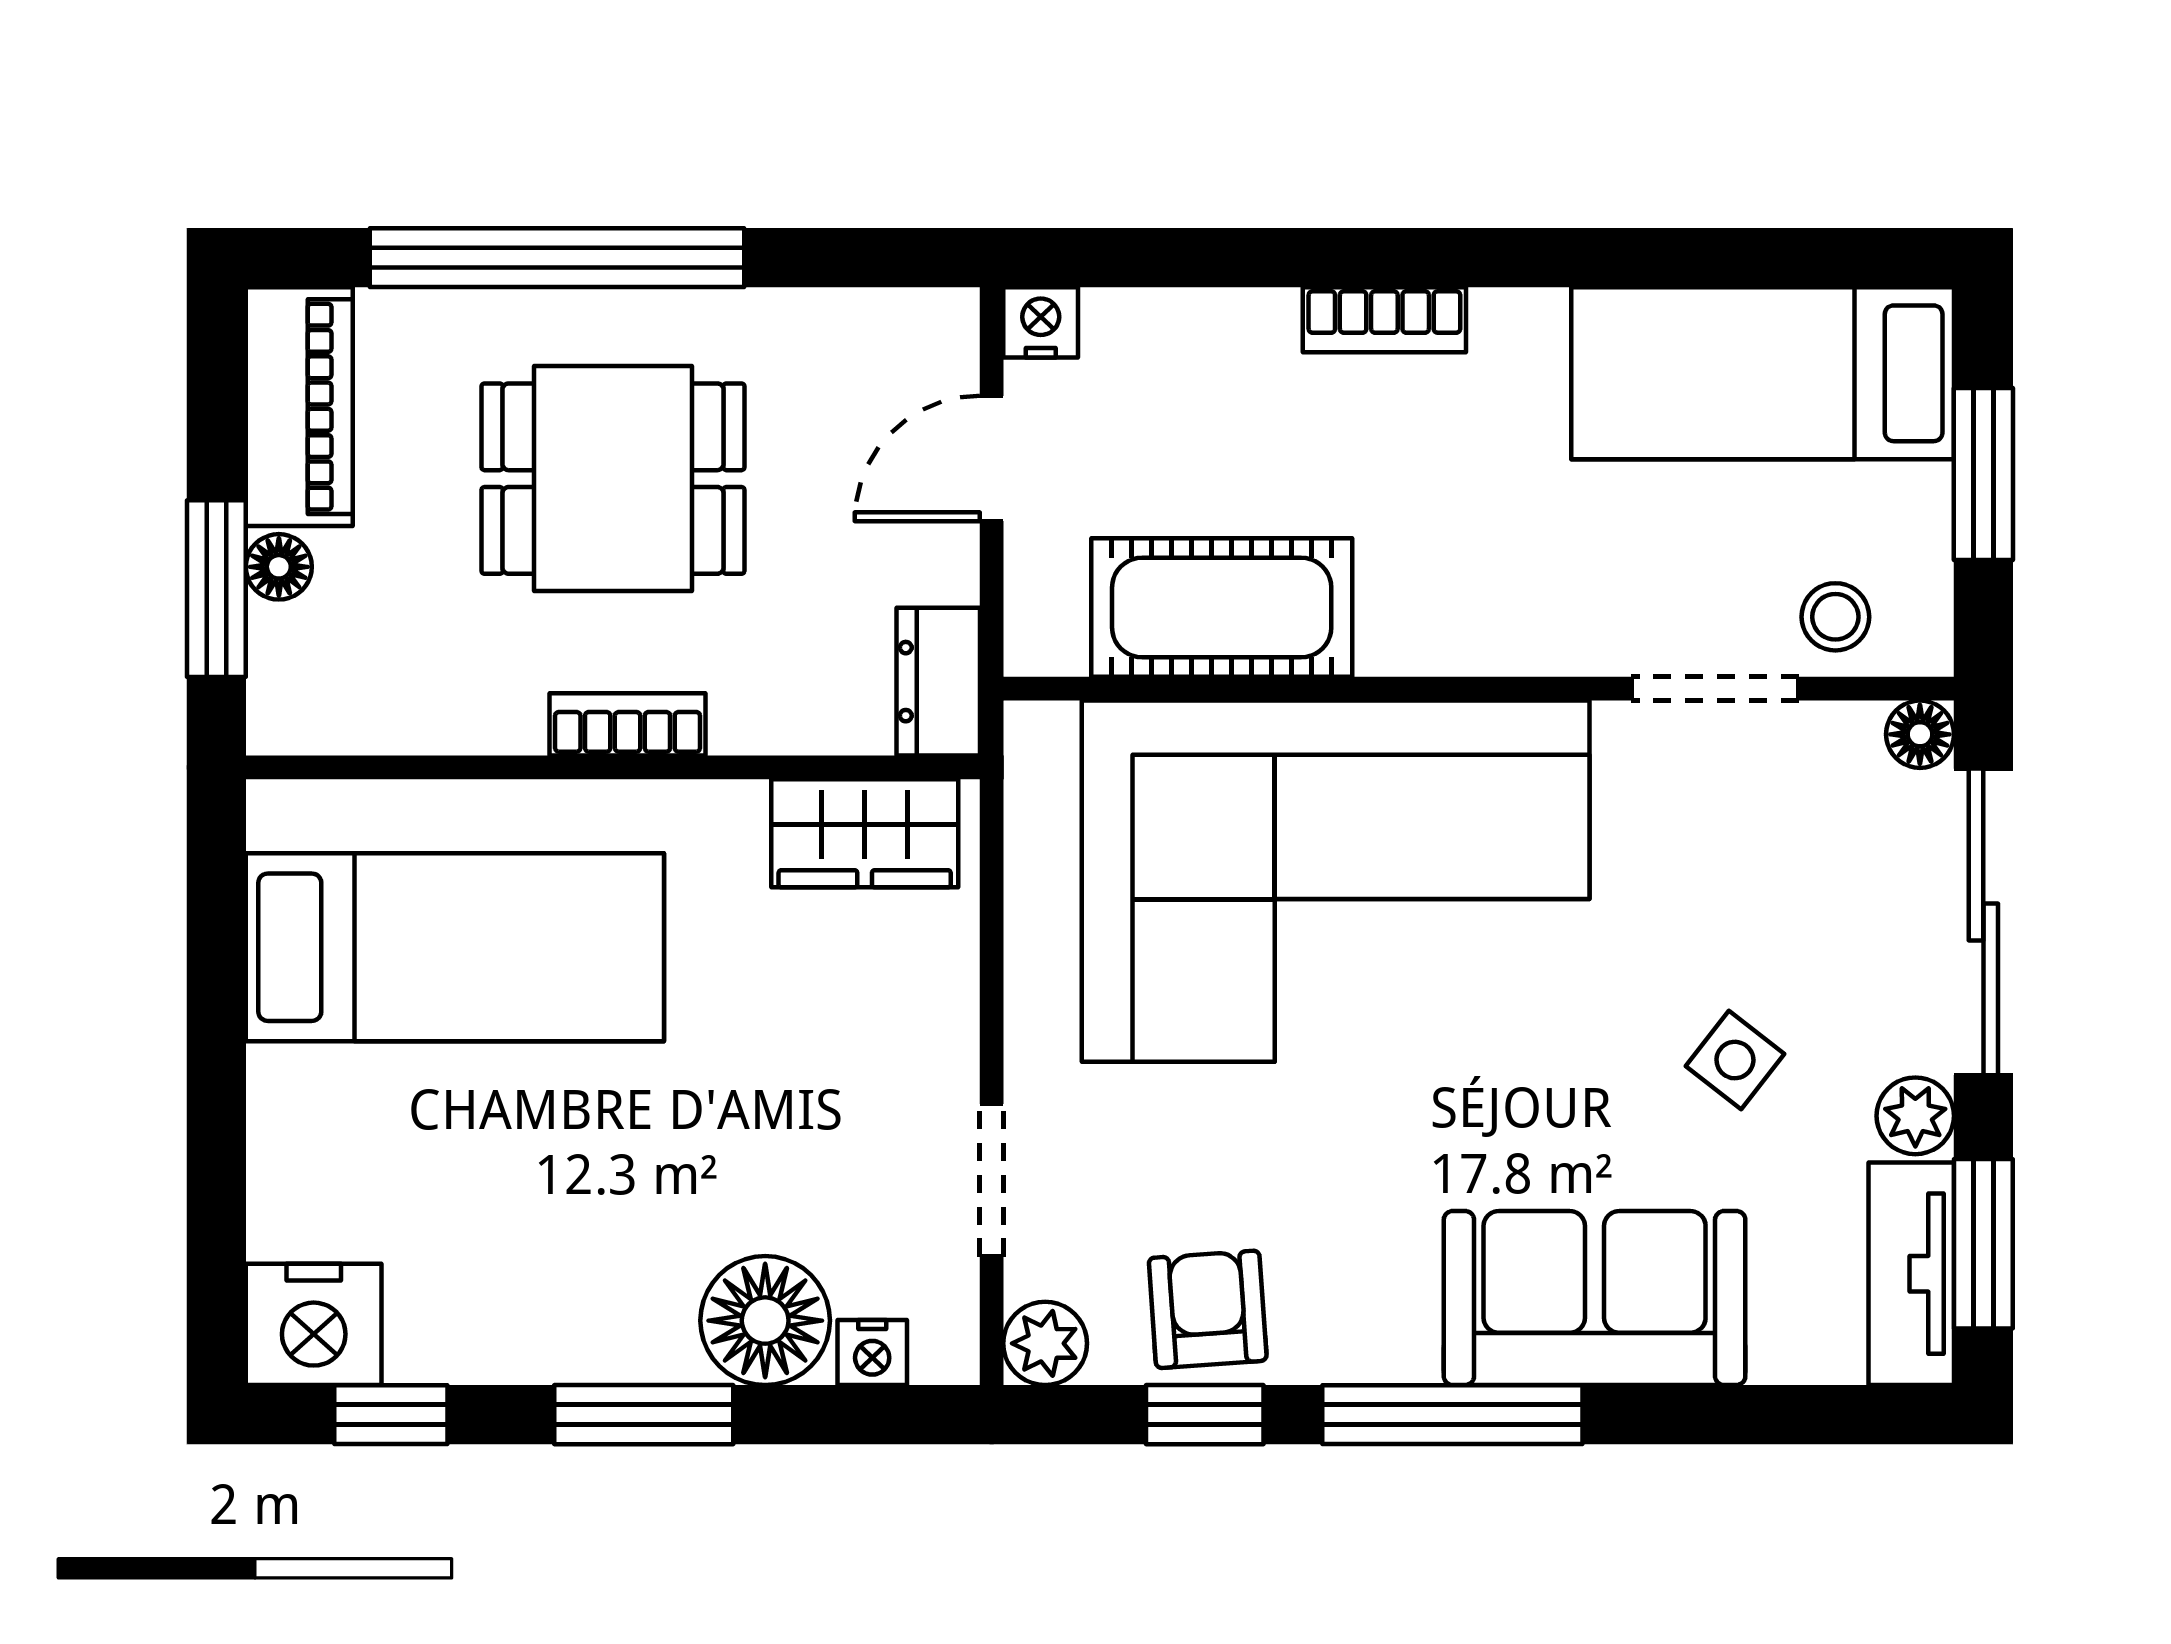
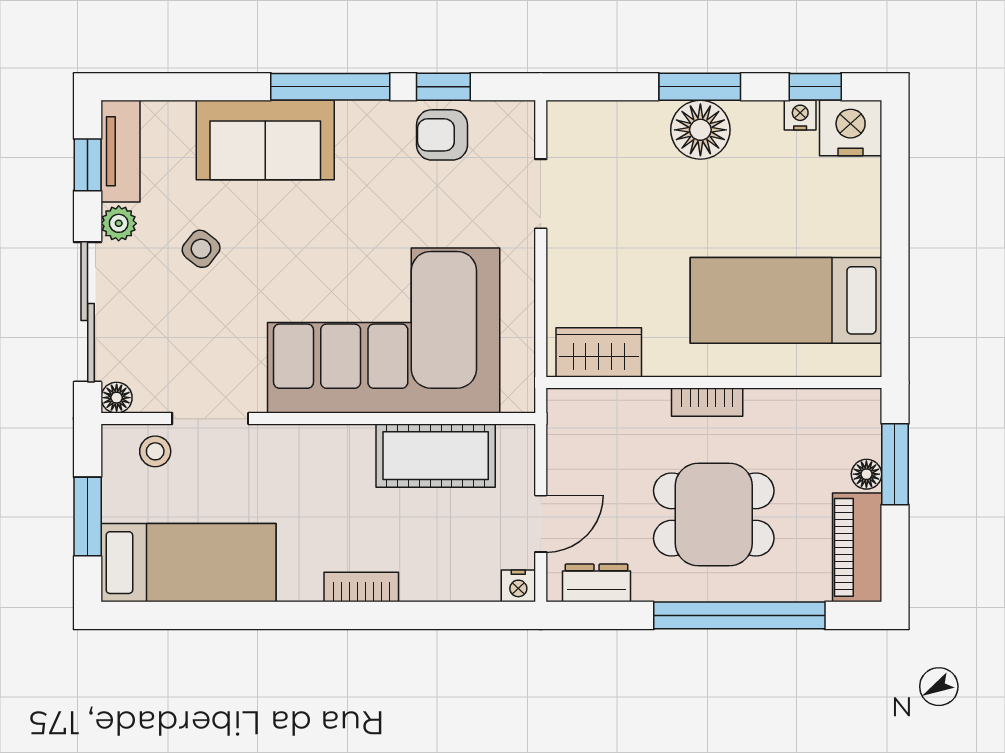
dresser: (938, 682) -> (597, 583), moved, turned -90
window: (1983, 1244) -> (88, 165), width x0.67
armchair: (1208, 1309) -> (442, 135), turned 94
floor lamp: (765, 1321) -> (700, 130), moved
plant: (1045, 1343) -> (516, 119), removed
nightstand: (872, 1353) -> (800, 115), moved

